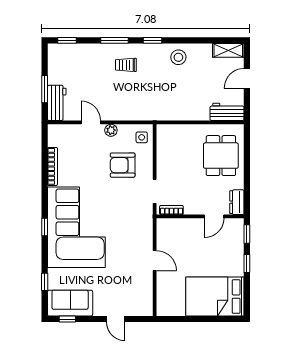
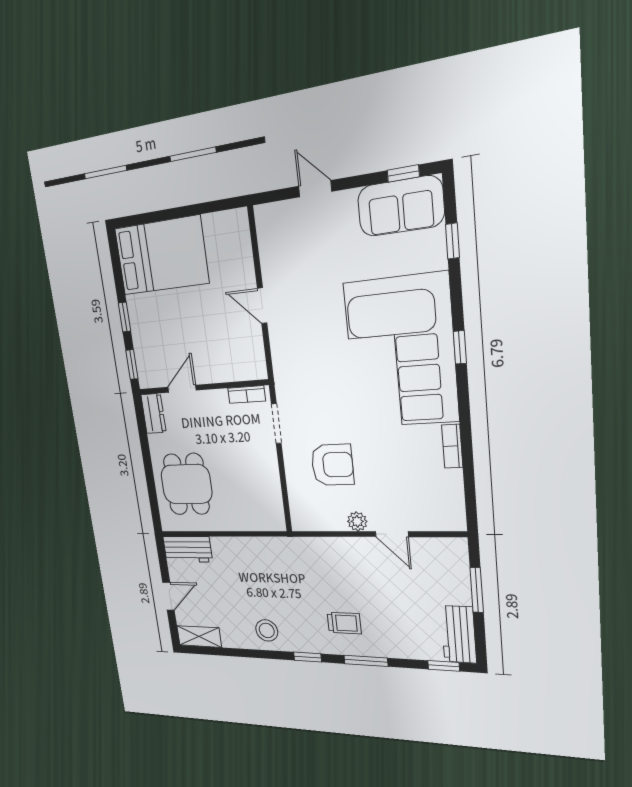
workbench: (57, 103) -> (459, 634), moved
side table: (142, 137) -> (307, 510), removed
bookcase: (53, 166) -> (452, 446), width x0.64

